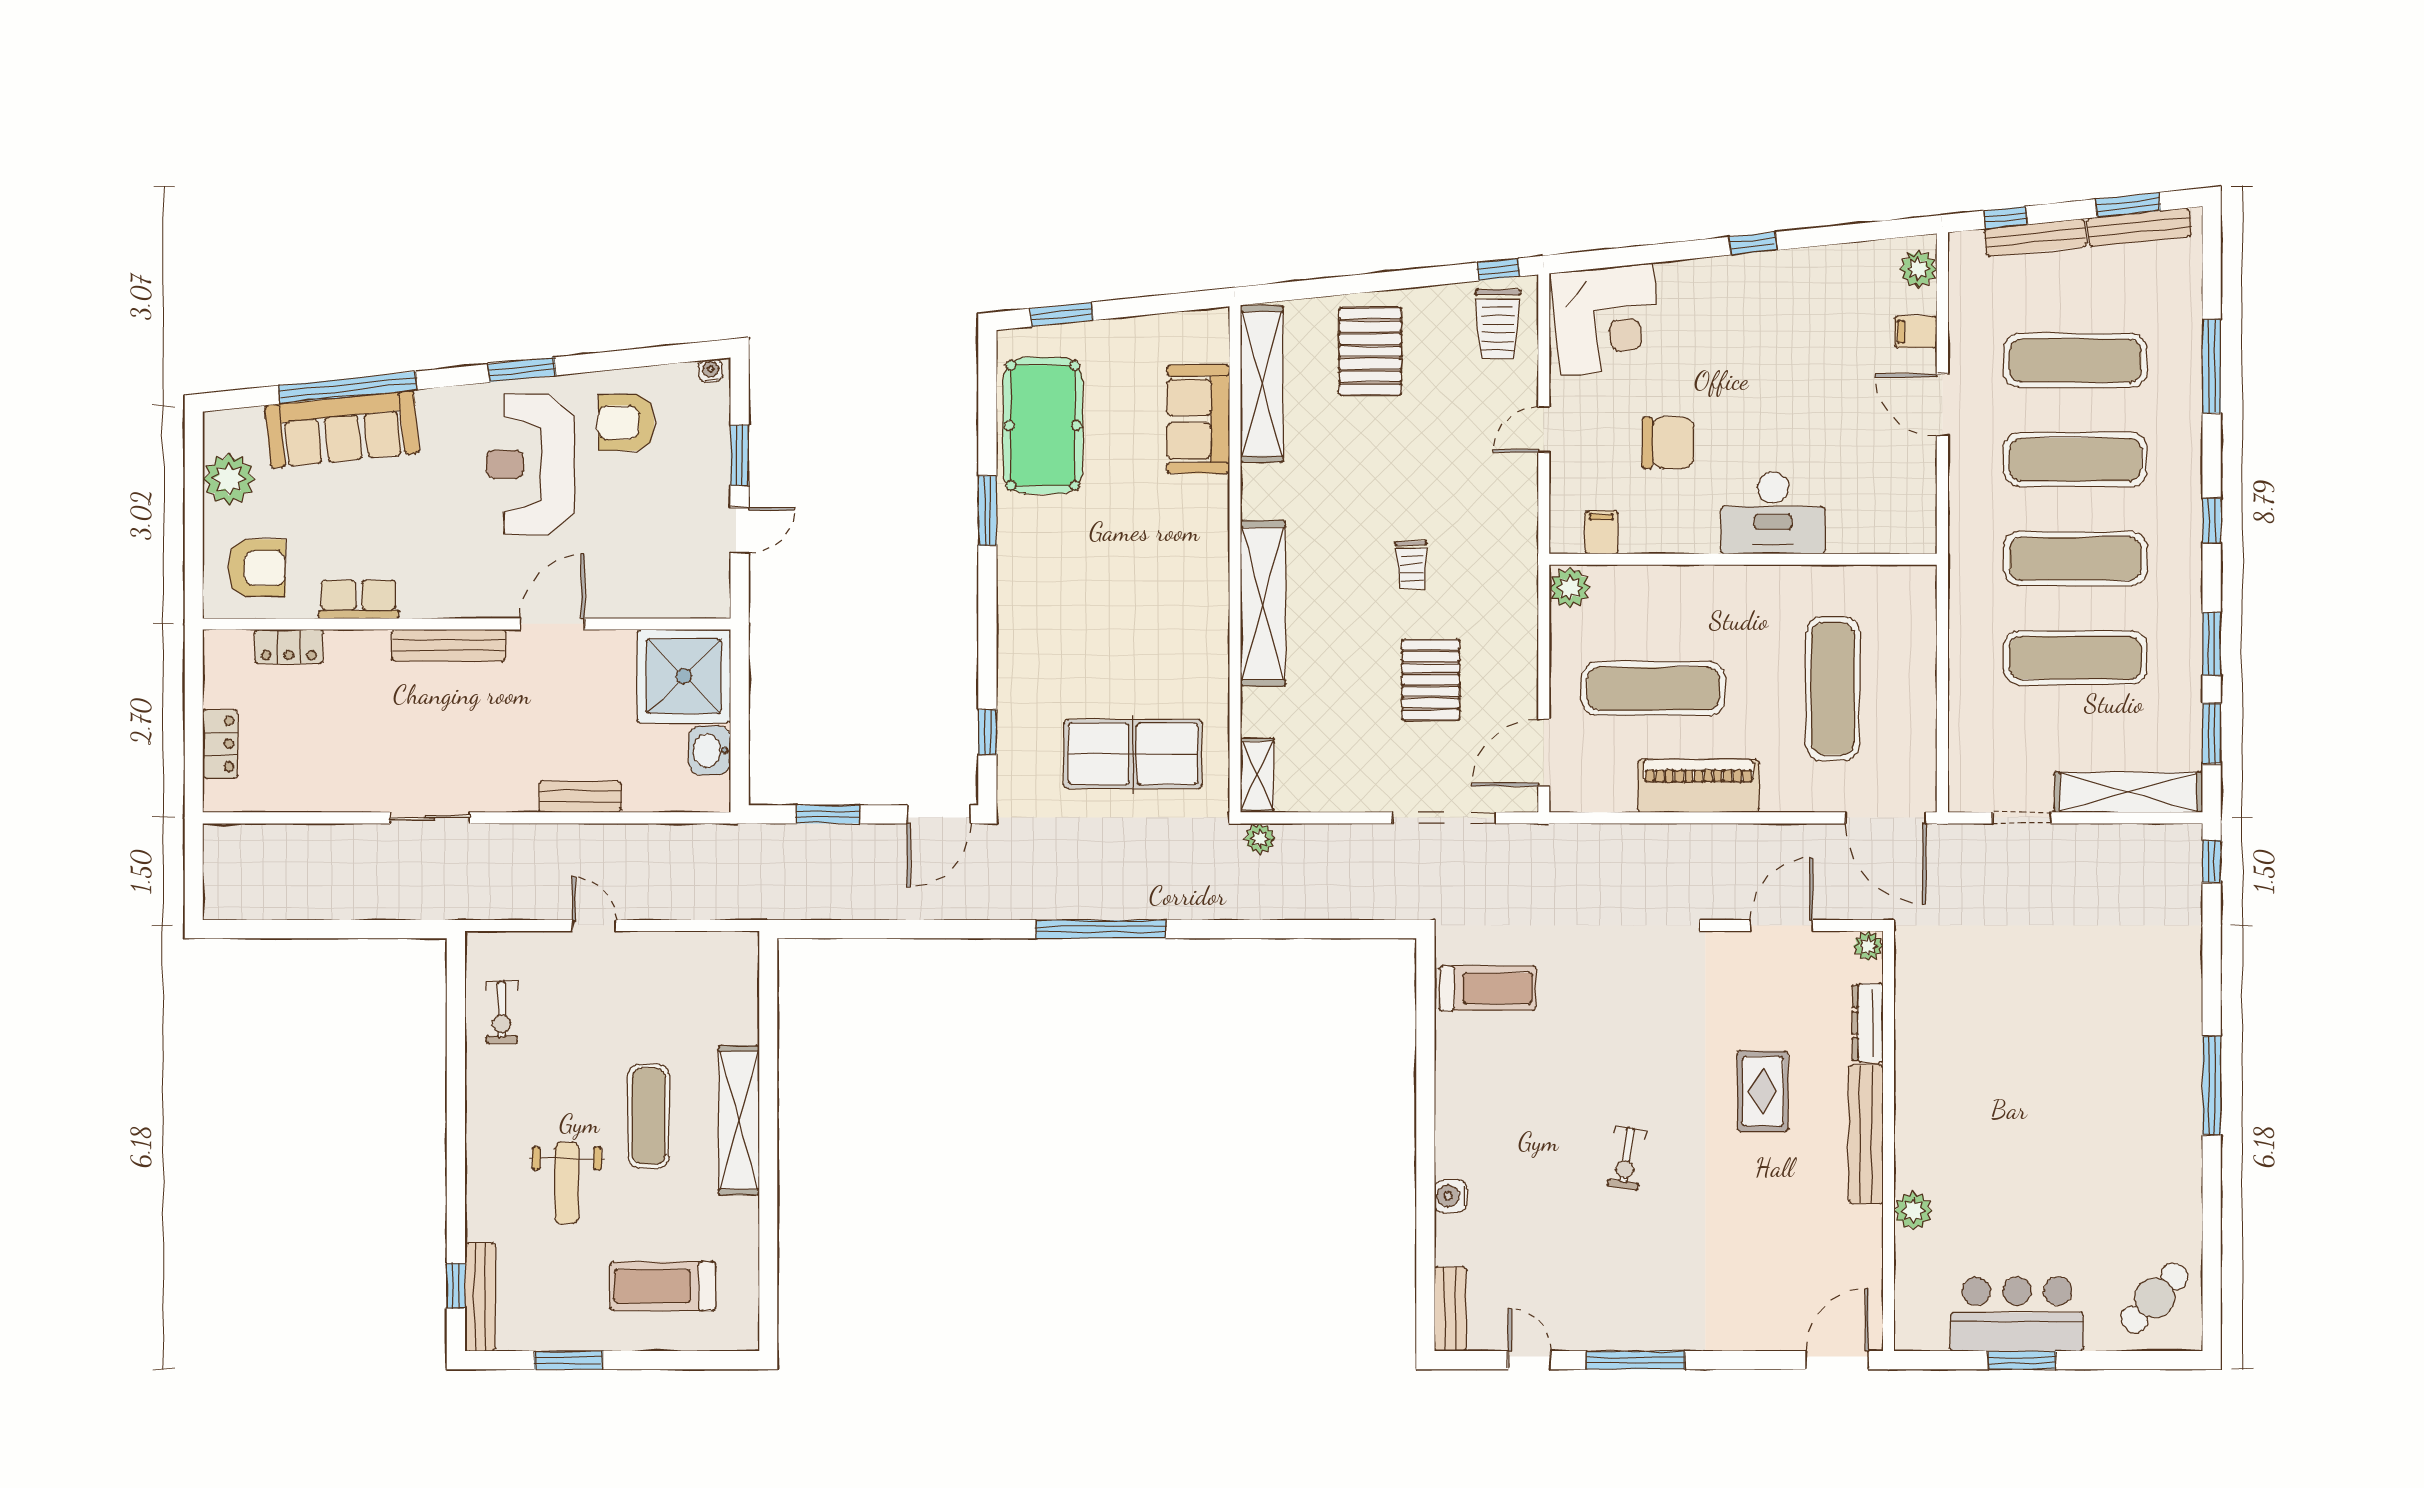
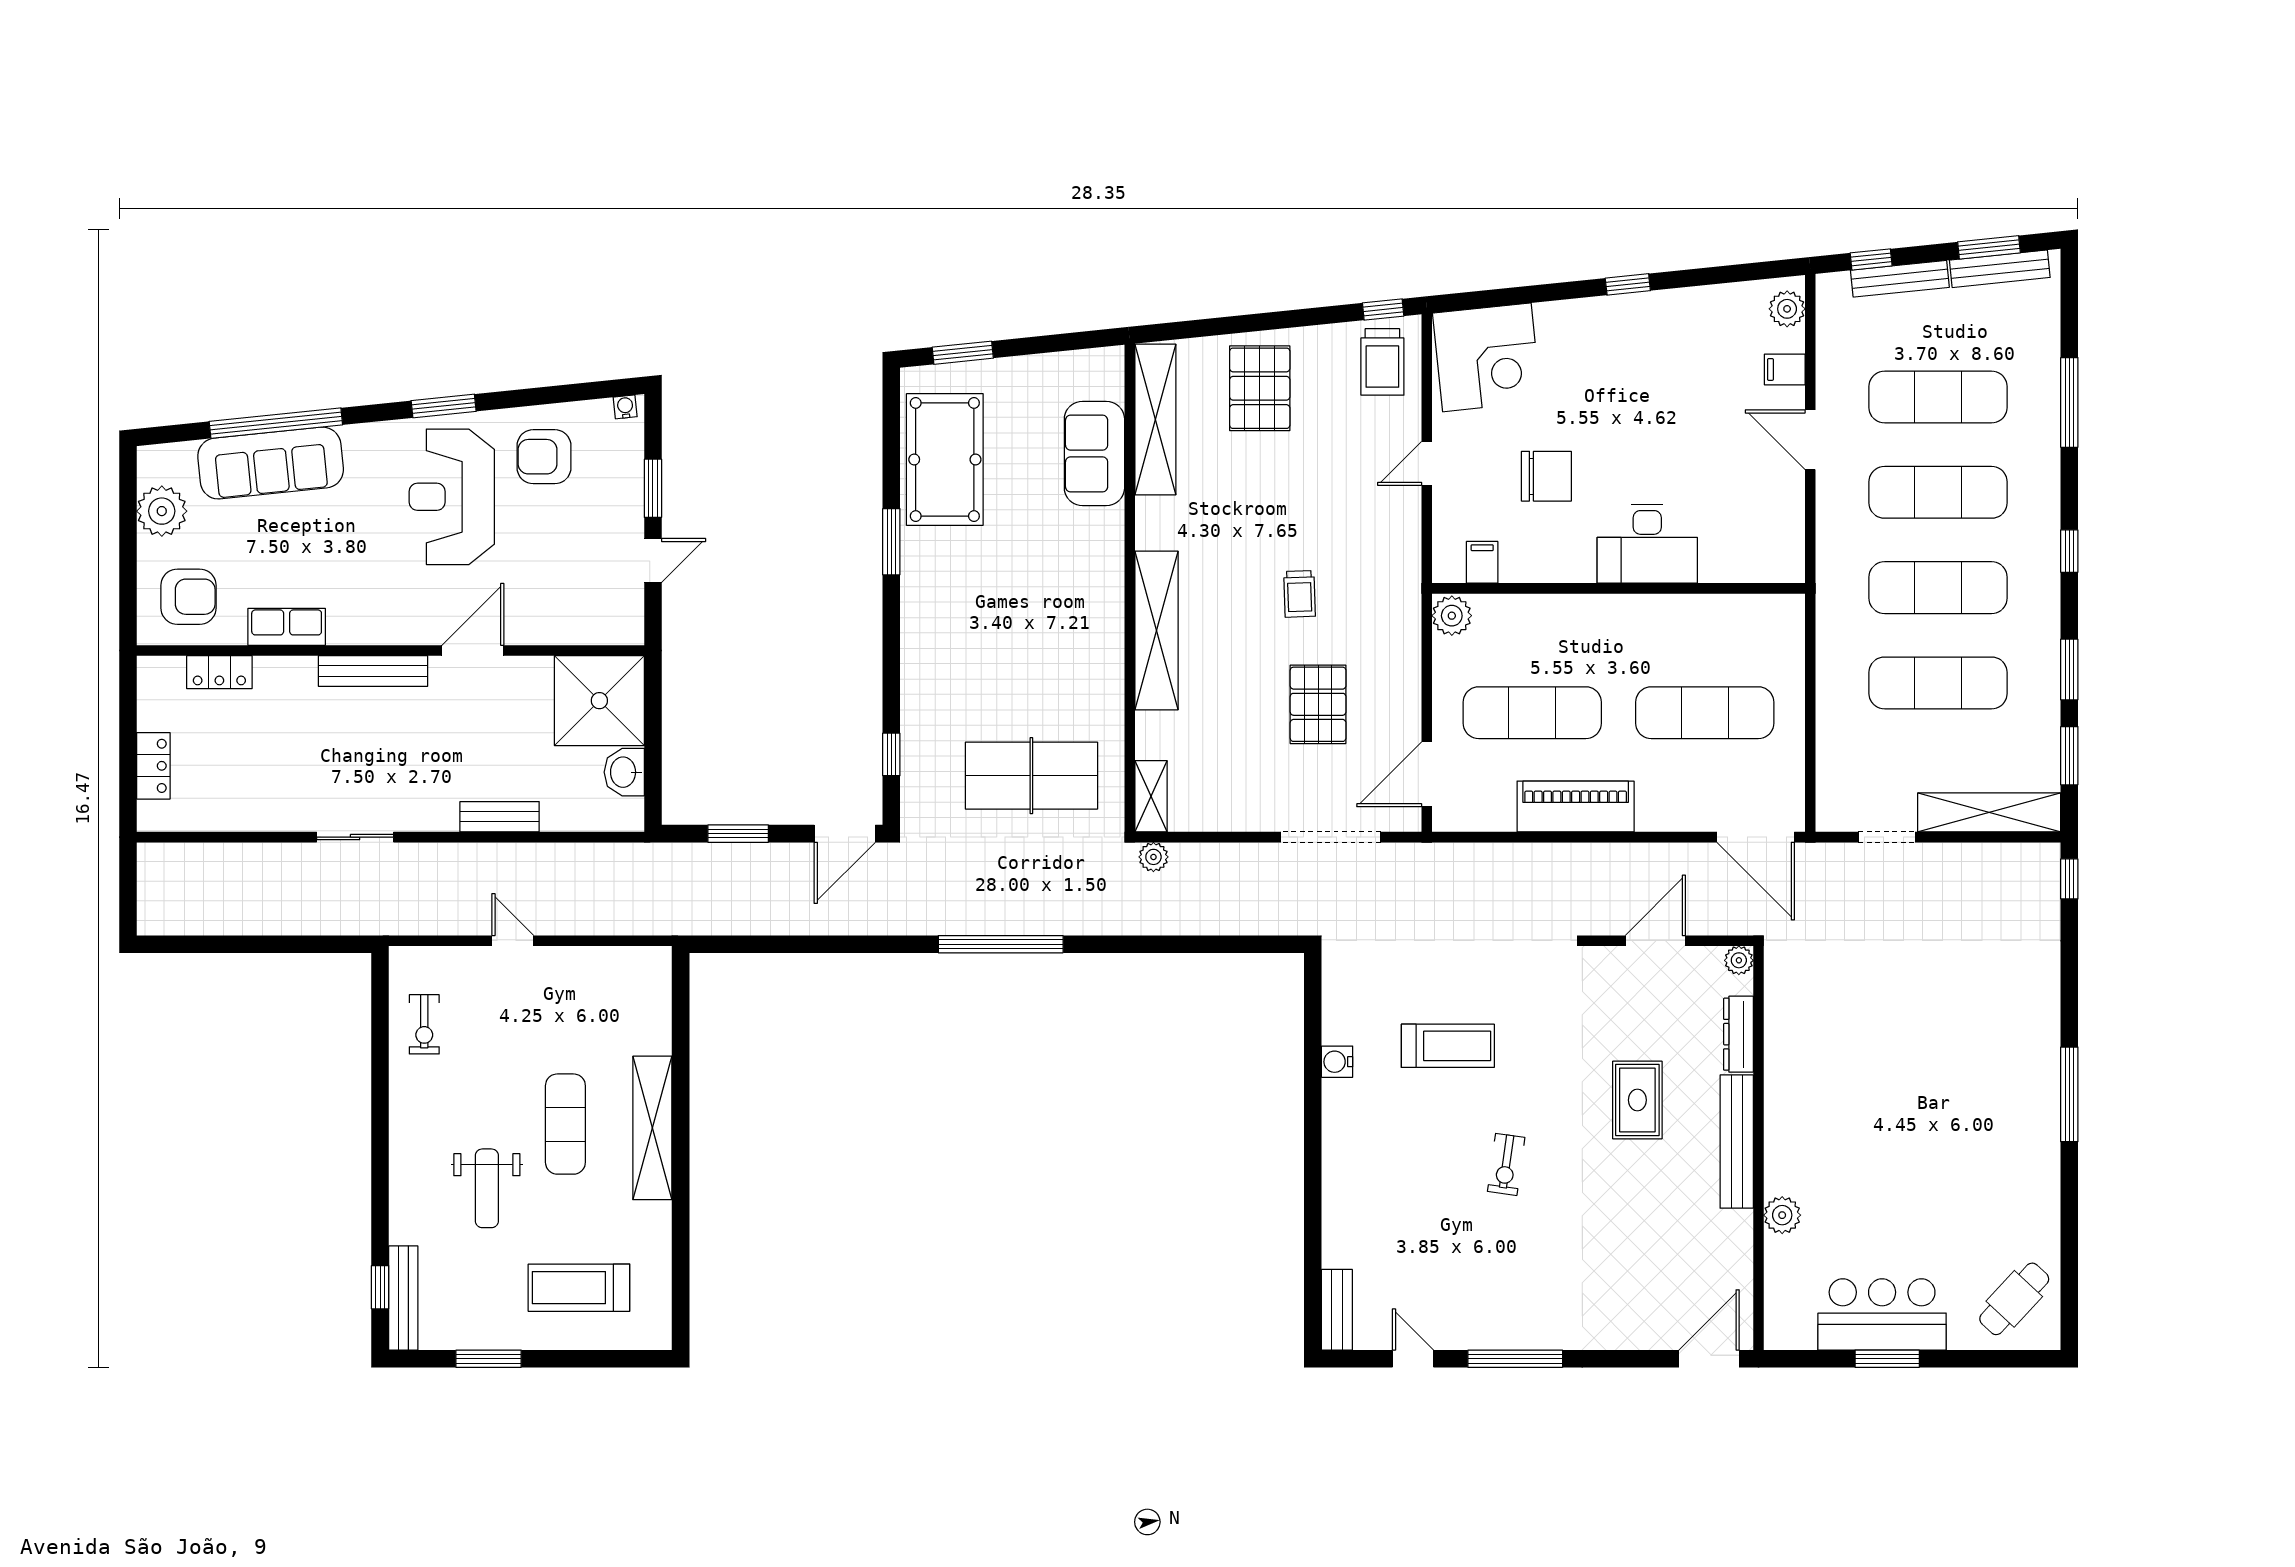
exercise mat: (1833, 689) -> (1705, 713), turned 90
treadmill: (1488, 988) -> (1448, 1046), moved
water cooler: (1451, 1196) -> (1337, 1062), moved

